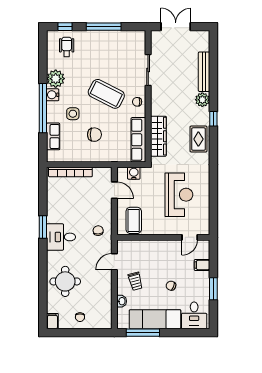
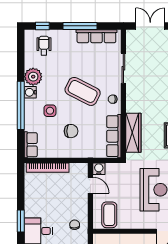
row of seats: (121, 37) -> (96, 36), added
row of seats: (53, 136) -> (31, 145), moved
water cooler: (134, 173) -> (99, 169), moved

